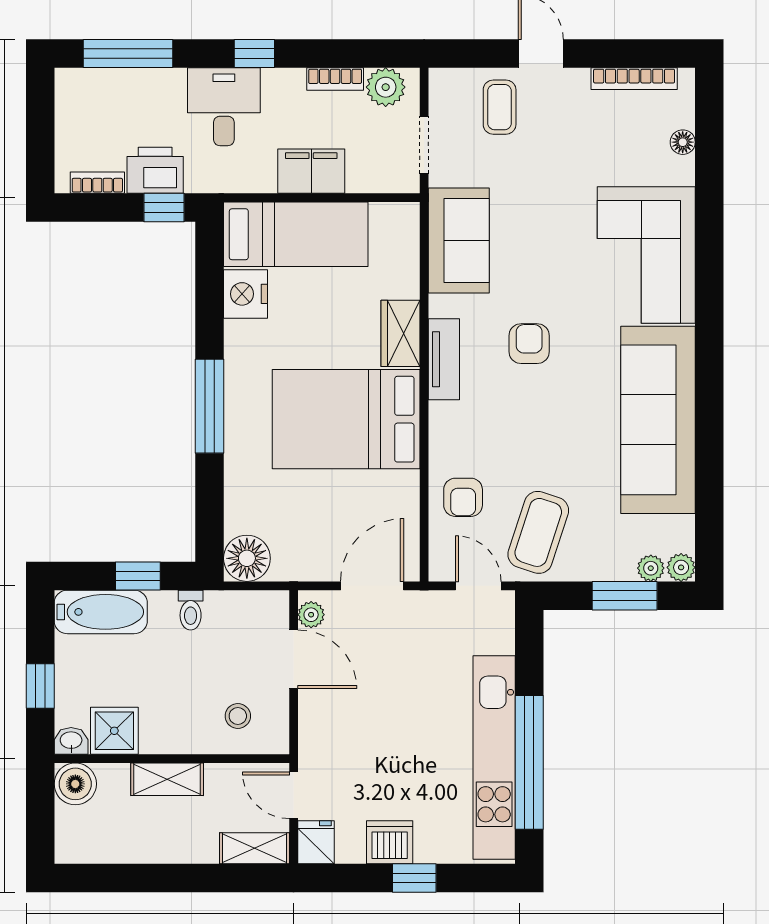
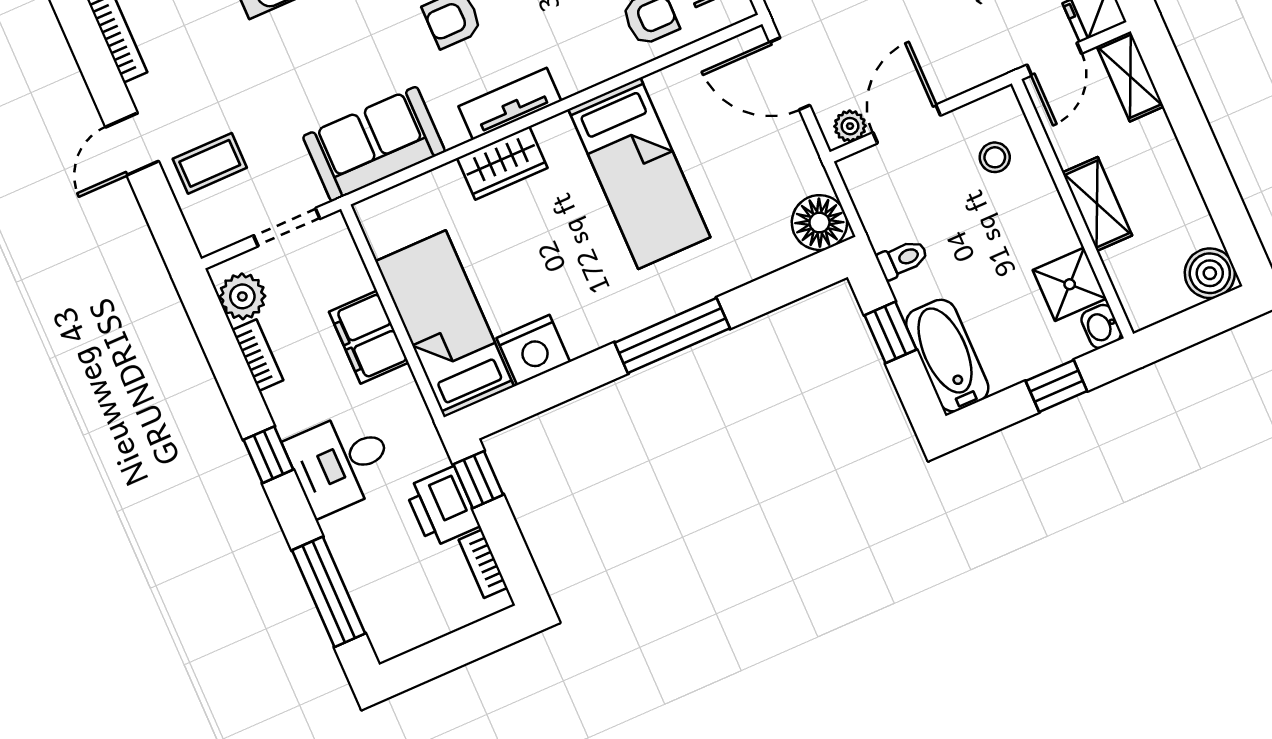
bed: (346, 419) -> (639, 173), width x0.67
boiler: (75, 784) -> (1210, 273), moved

